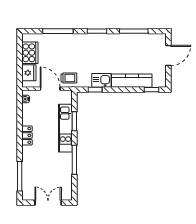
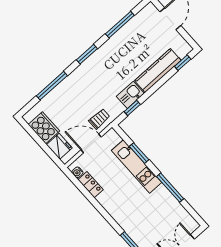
locker: (27, 135) -> (91, 185), moved

